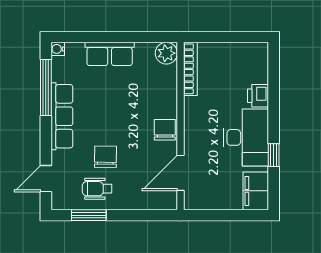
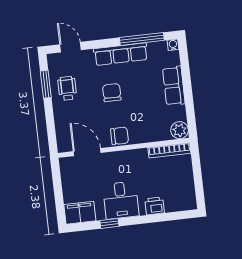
desk: (246, 137) -> (121, 200), width x0.73
chair: (106, 157) -> (112, 93), moved, turned -91

